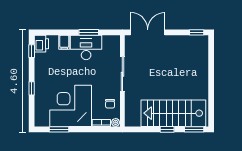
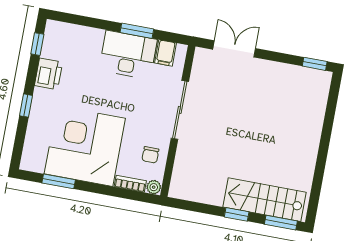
double door: (148, 32) -> (234, 49), width x0.73
filing cabinet: (64, 42) -> (166, 53), moved
printer: (41, 44) -> (48, 74), moved
stairs: (173, 113) -> (264, 200), width x0.73, depth x0.66

